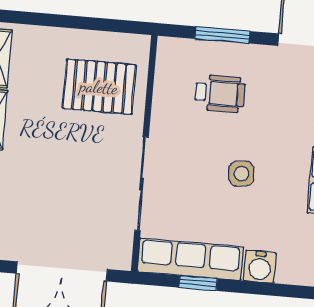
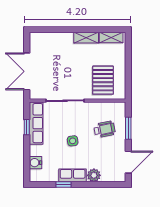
wheelchair: (220, 93) -> (104, 129), turned -101
water cooler: (260, 267) -> (35, 163), moved

